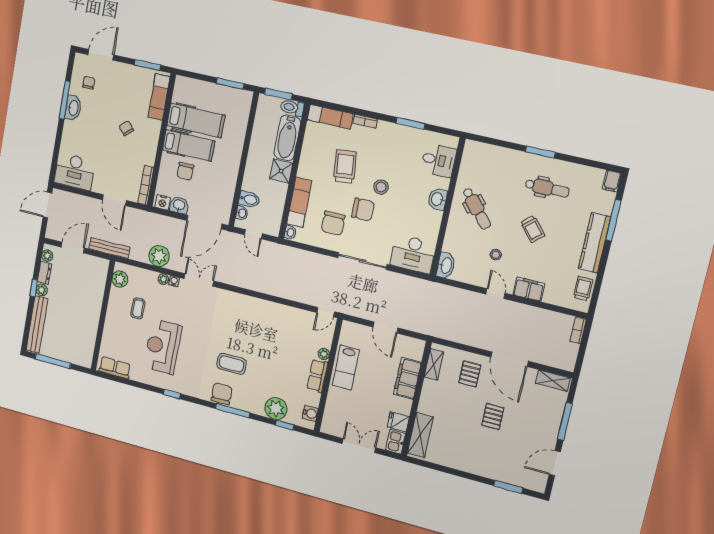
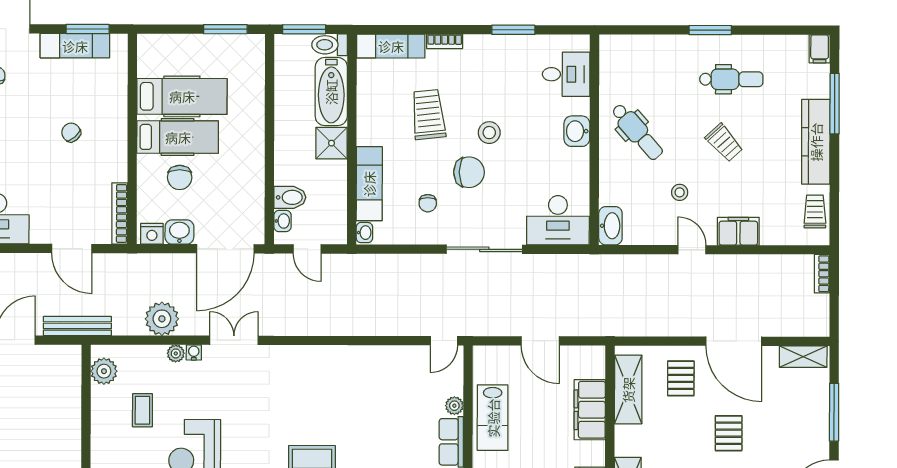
exam couch: (159, 97) -> (75, 46), moved, turned -90
chair: (333, 223) -> (428, 203), width x0.54, depth x0.54
shelving: (434, 364) -> (628, 390), width x1.50, depth x1.33

